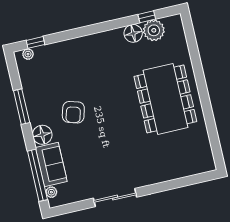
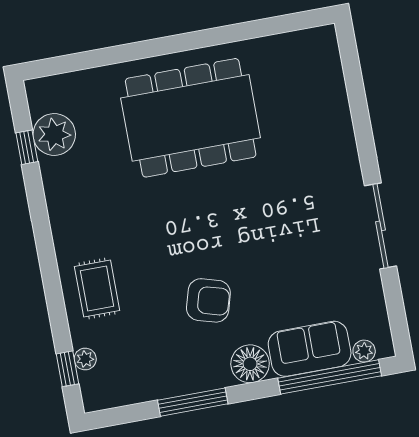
floor lamp: (133, 33) -> (58, 175), removed
plant: (28, 54) -> (85, 359), moved
rug: (77, 56) -> (97, 288), added

